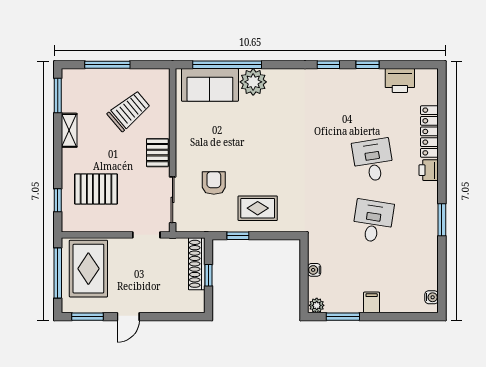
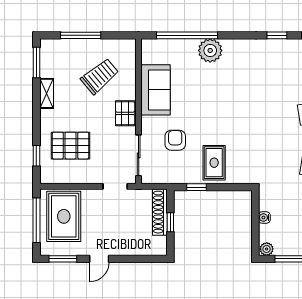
sofa: (210, 85) -> (156, 90), moved, turned -90
rug: (258, 208) -> (214, 163), turned 90

